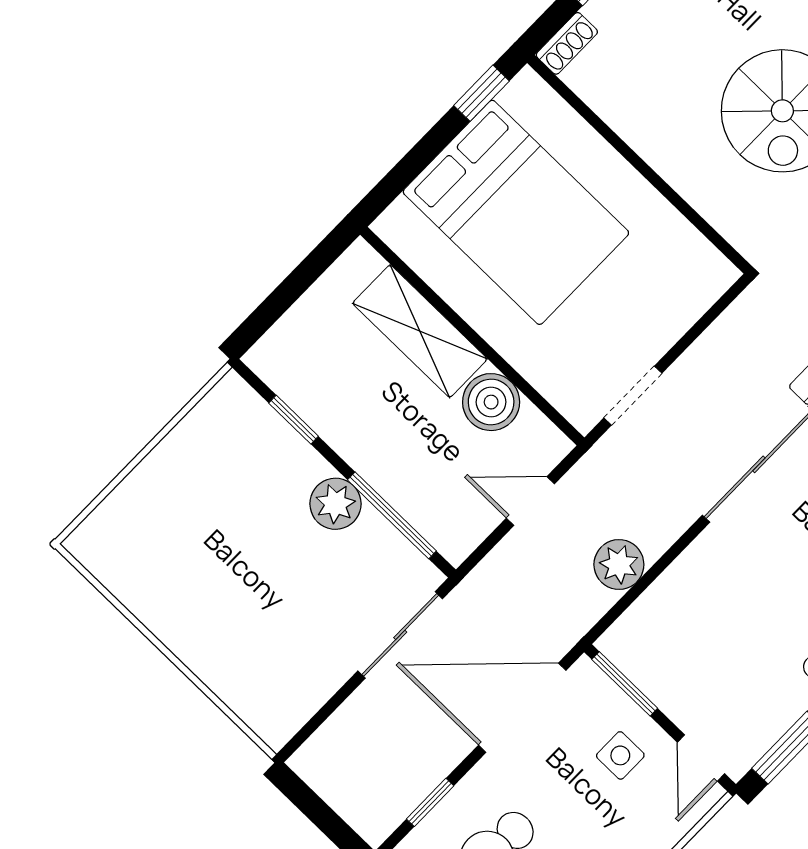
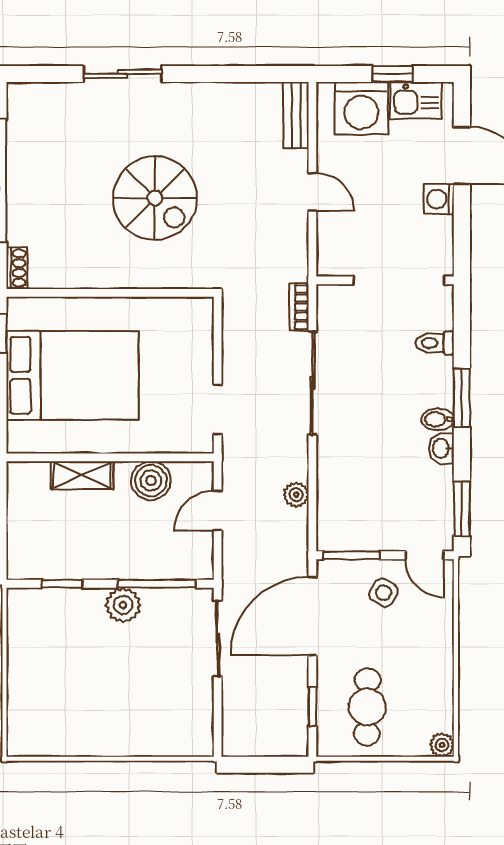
shelving: (420, 331) -> (82, 475), width x0.67, depth x0.75
plant: (619, 565) -> (296, 495), width x0.73, depth x0.73
side table: (620, 755) -> (383, 593), turned 31

